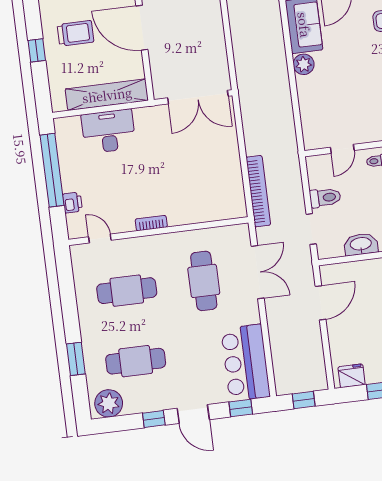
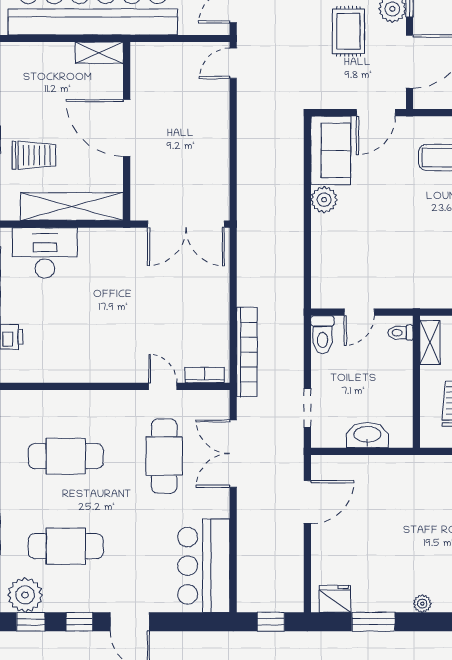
trolley: (76, 33) -> (34, 155), moved
desk: (108, 131) -> (45, 253), moved
toilet: (325, 198) -> (322, 335), moved, turned 90
bookcase: (151, 223) -> (205, 375), moved
door: (100, 239) -> (163, 386), moved
double door: (258, 272) -> (233, 454), swing flipped
window: (241, 408) -> (31, 622), moved

